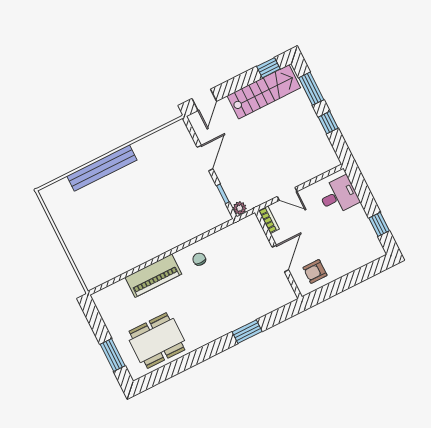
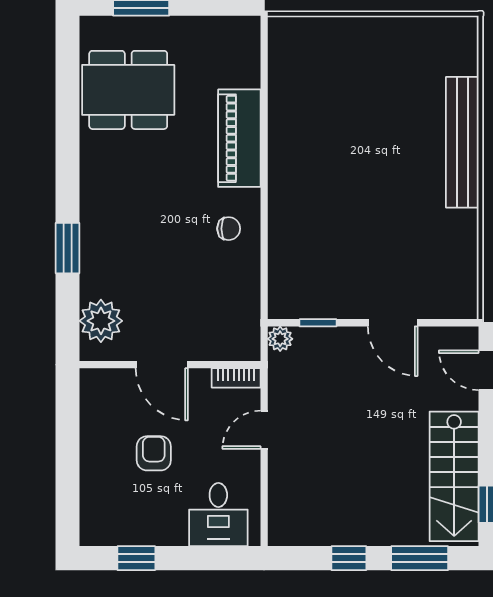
armchair: (315, 271) -> (154, 453), moved
plant: (274, 298) -> (101, 321), added
dining table: (157, 341) -> (128, 90), turned 90

